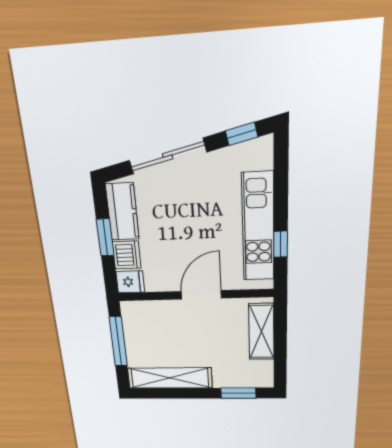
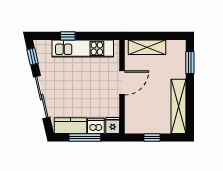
window: (105, 237) -> (85, 138), width x1.44
window: (281, 244) -> (68, 36), moved
door: (201, 295) -> (122, 83), swing flipped
window: (118, 342) -> (152, 138), width x0.46

